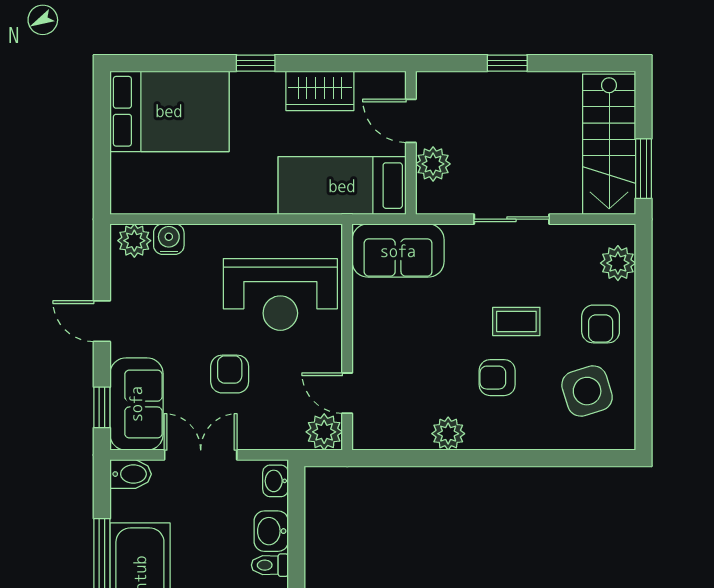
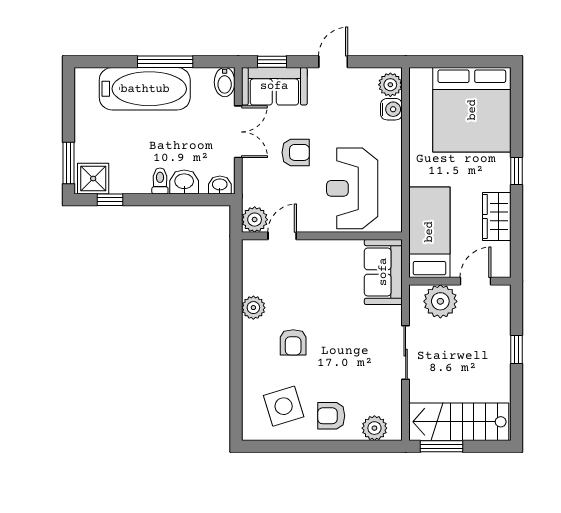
bed: (169, 111) -> (472, 110), width x1.36
plant: (433, 164) -> (440, 301), width x1.36, depth x1.36
coffee table: (516, 321) -> (333, 356), removed
armchair: (497, 378) -> (293, 342), turned 180

